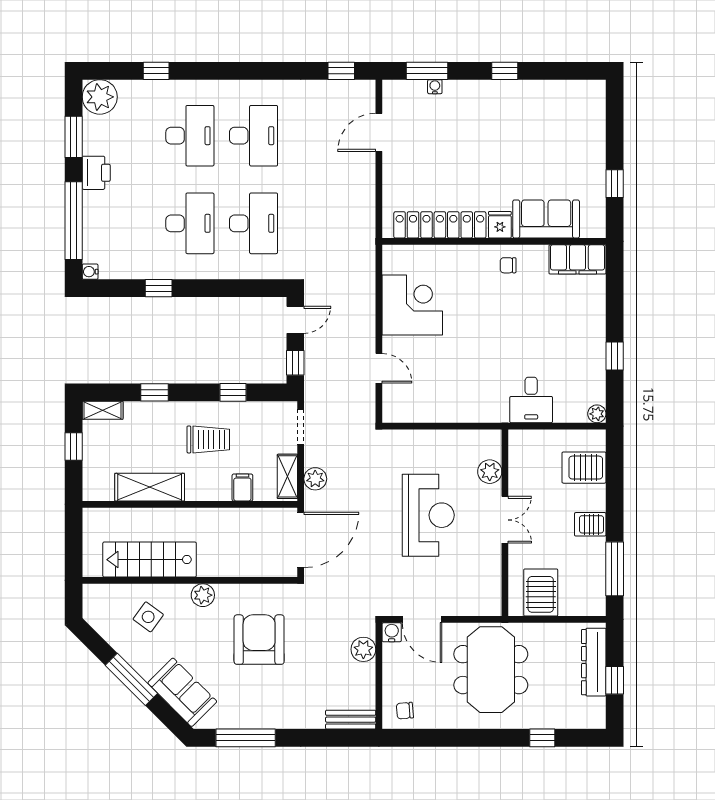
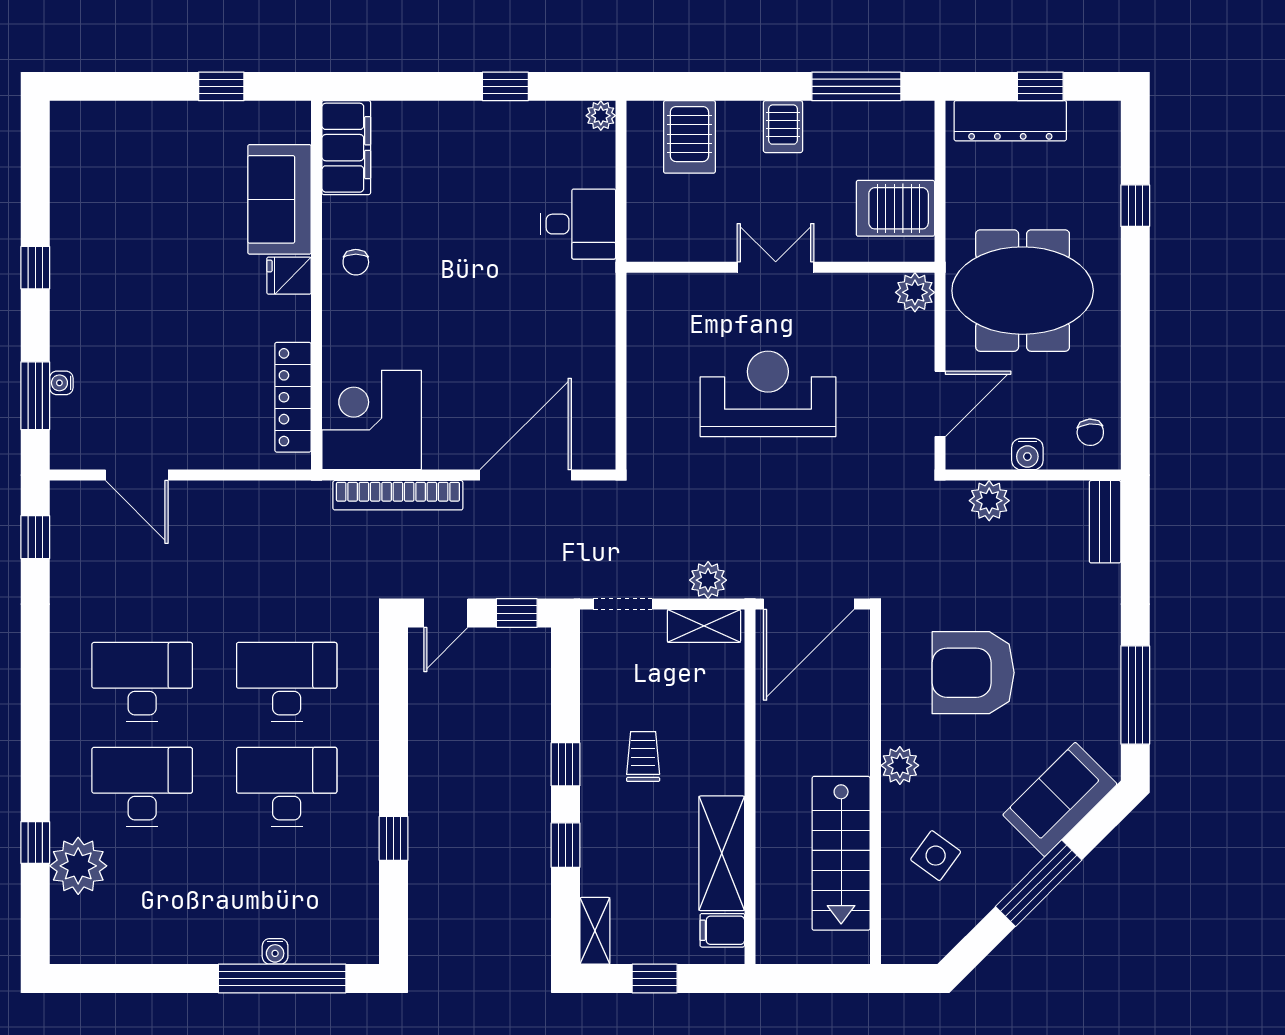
plant: (100, 97) -> (78, 866), moved
window: (74, 137) -> (144, 978), removed
printer: (96, 173) -> (203, 941), removed
locker: (440, 225) -> (293, 397), width x0.71, depth x0.83
water cooler: (90, 272) -> (275, 951), moved
bookcase: (367, 291) -> (398, 495), added
corner desk: (412, 305) -> (372, 420), moved
door: (295, 320) -> (446, 613), swing flipped
door: (379, 368) -> (526, 475), width x1.88
window: (233, 392) -> (566, 764), moved
trolley: (208, 439) -> (643, 756), width x0.73, depth x0.72
plant: (490, 472) -> (915, 292), moved
filing cabinet: (242, 488) -> (722, 930), moved
door: (301, 540) -> (809, 604), swing flipped
water cooler: (392, 632) -> (1027, 454), moved, turned -90

